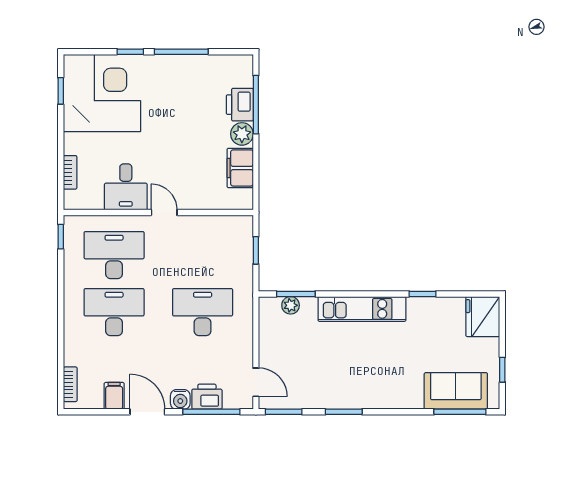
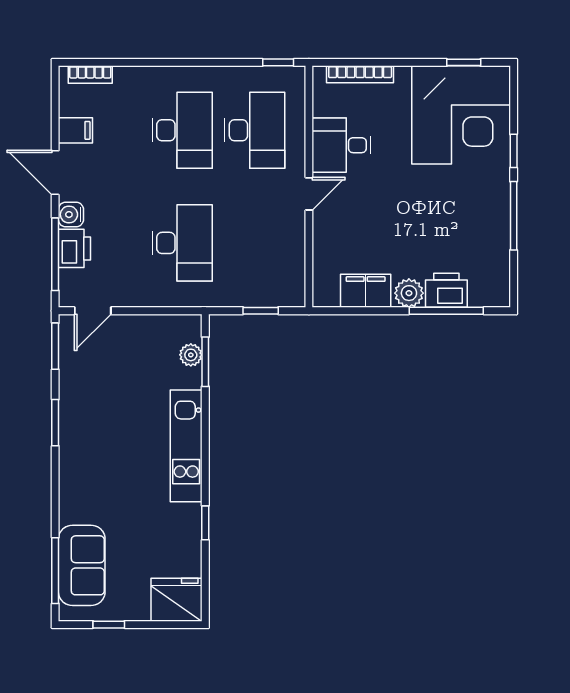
bookcase: (70, 172) -> (360, 74), width x1.56
door: (147, 412) -> (55, 173), swing flipped

